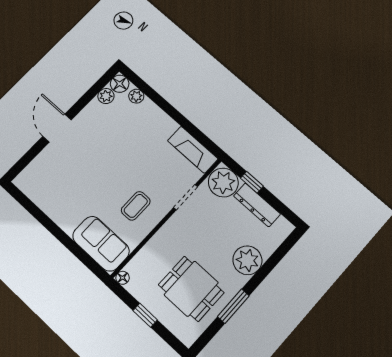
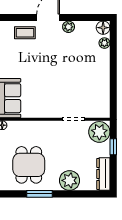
plant: (106, 96) -> (69, 27), moved
fireplace: (193, 150) -> (102, 100), removed
dresser: (257, 205) -> (103, 174), moved
coffee table: (136, 206) -> (25, 33), moved

